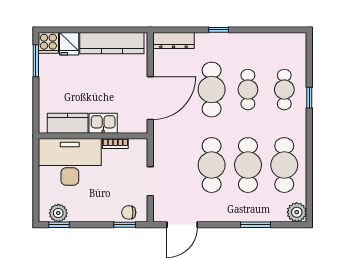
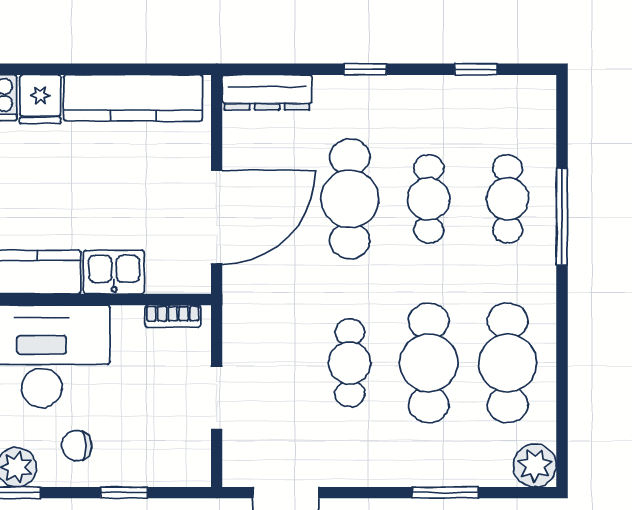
window: (270, 30) -> (476, 69), added
window: (309, 98) -> (562, 217), width x2.17
bookcase: (115, 144) -> (173, 316), moved
cafe table: (212, 165) -> (350, 363), width x0.73, depth x0.74
chair: (129, 212) -> (77, 446), moved
window: (125, 225) -> (124, 493), moved

